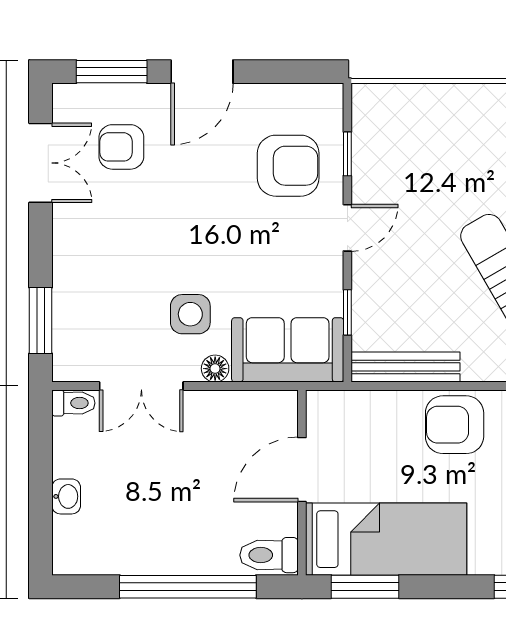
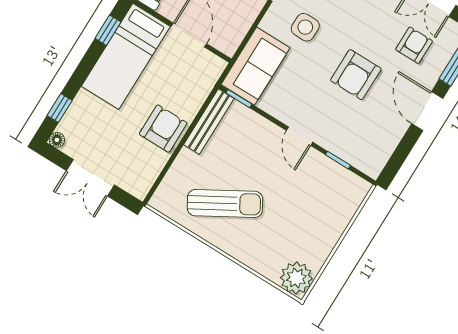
armchair: (288, 166) -> (356, 75), moved
window: (347, 312) -> (239, 99), moved
floor lamp: (215, 369) -> (269, 23), removed
window: (365, 587) -> (108, 30), width x0.67

